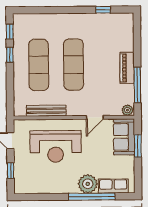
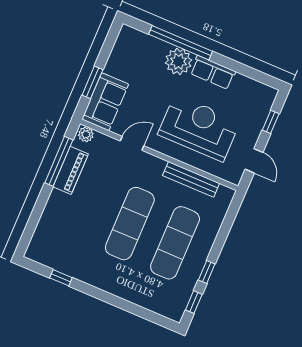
piano: (127, 68) -> (71, 170), moved
row of seats: (113, 186) -> (213, 72), moved

